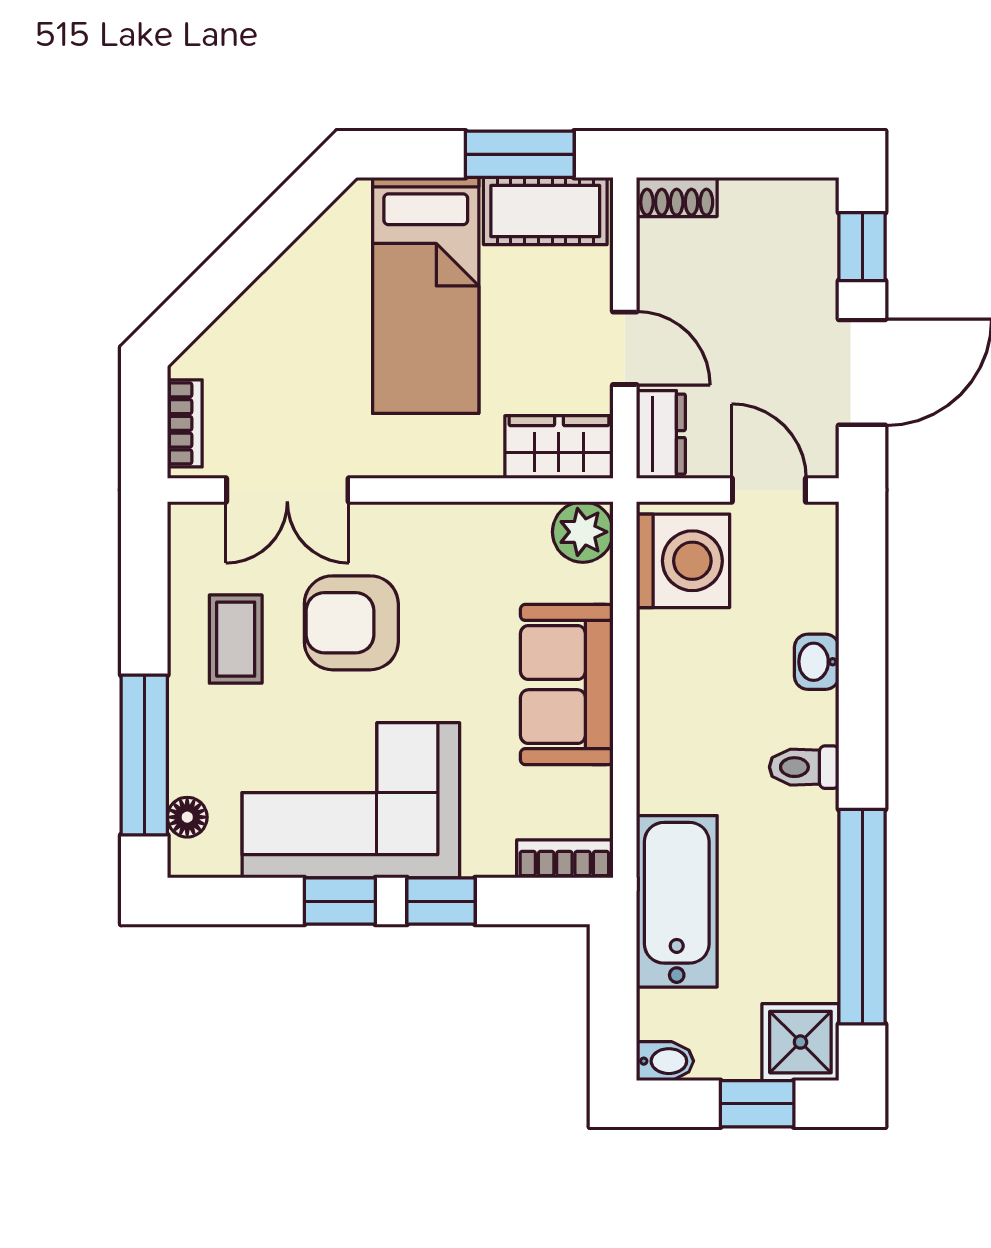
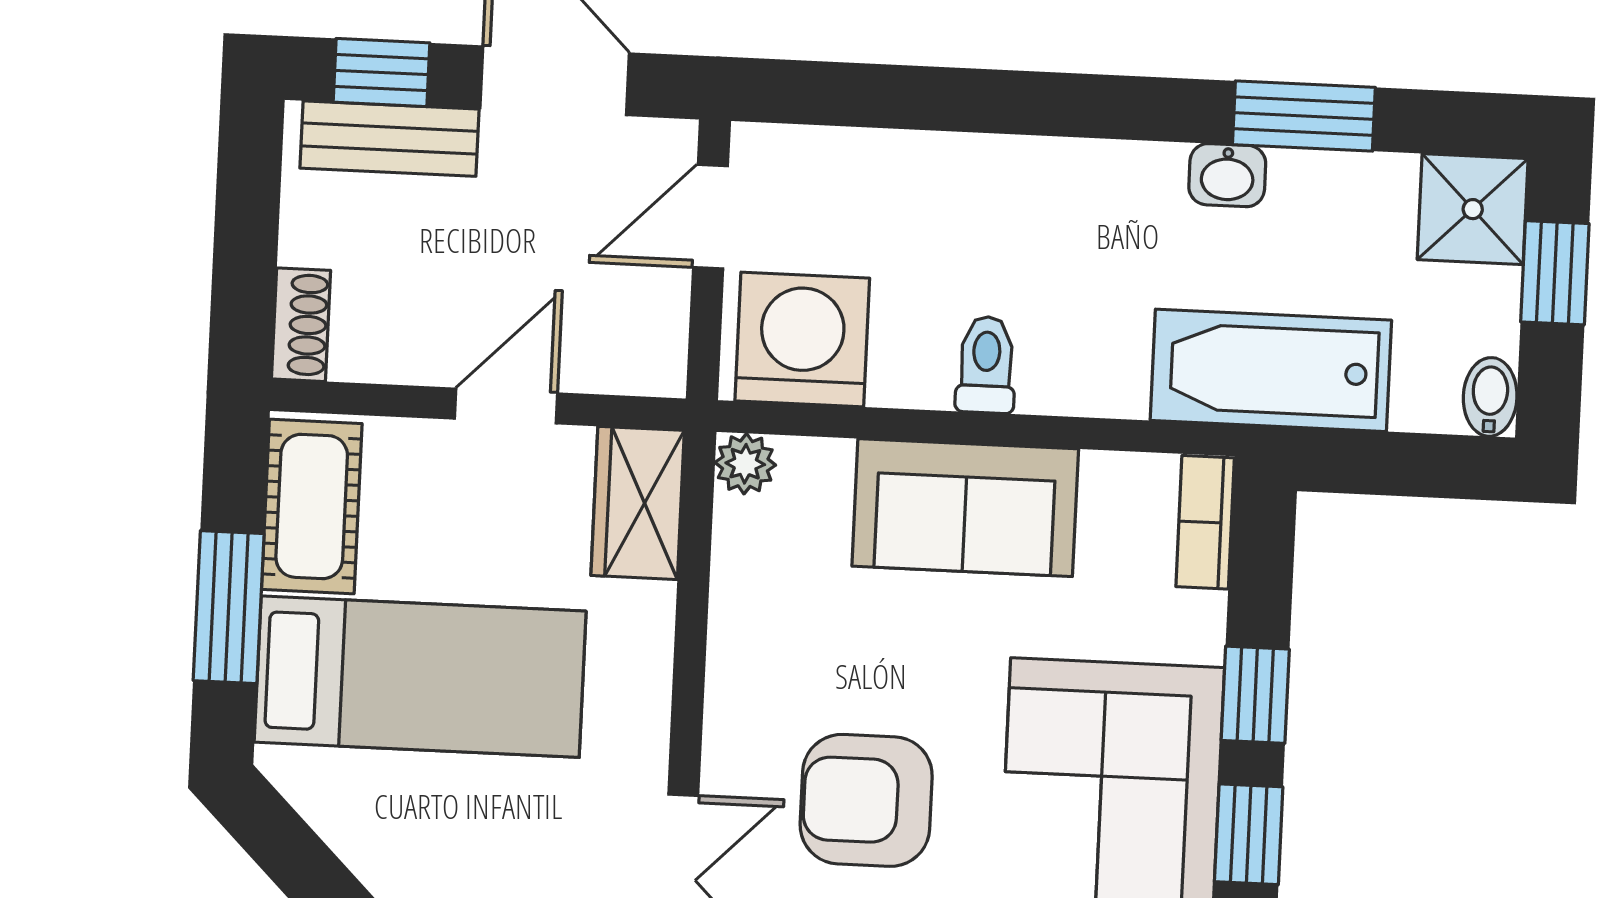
window: (520, 154) -> (229, 607), moved
bench: (815, 255) -> (389, 139), added
dresser: (661, 434) -> (626, 362), removed
plant: (583, 532) -> (745, 464), width x0.73, depth x0.73
armchair: (351, 623) -> (866, 800), turned 90
washbasin: (817, 662) -> (1227, 175), moved
toilet: (804, 767) -> (986, 365), moved, turned 180
window: (862, 917) -> (1304, 116), width x0.47

